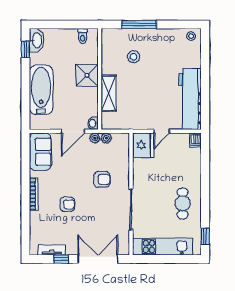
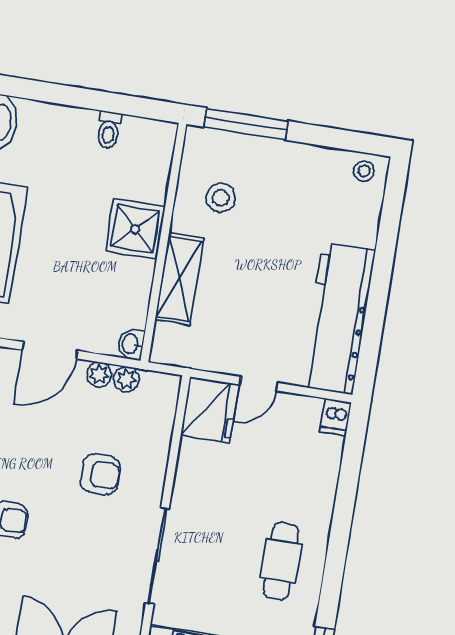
shower: (87, 75) -> (135, 229), moved
wall: (100, 79) -> (163, 242), moved
shelving: (109, 93) -> (179, 279), moved
washbasin: (93, 123) -> (131, 344), moved

